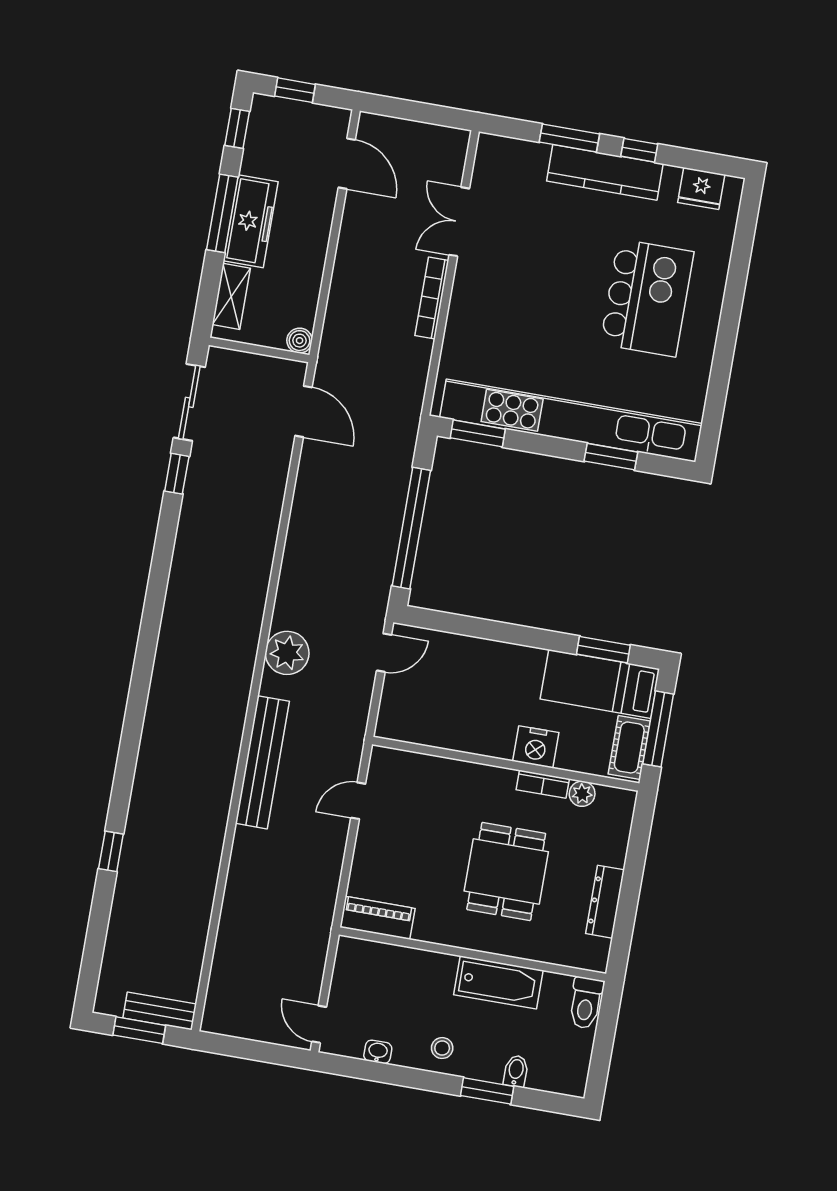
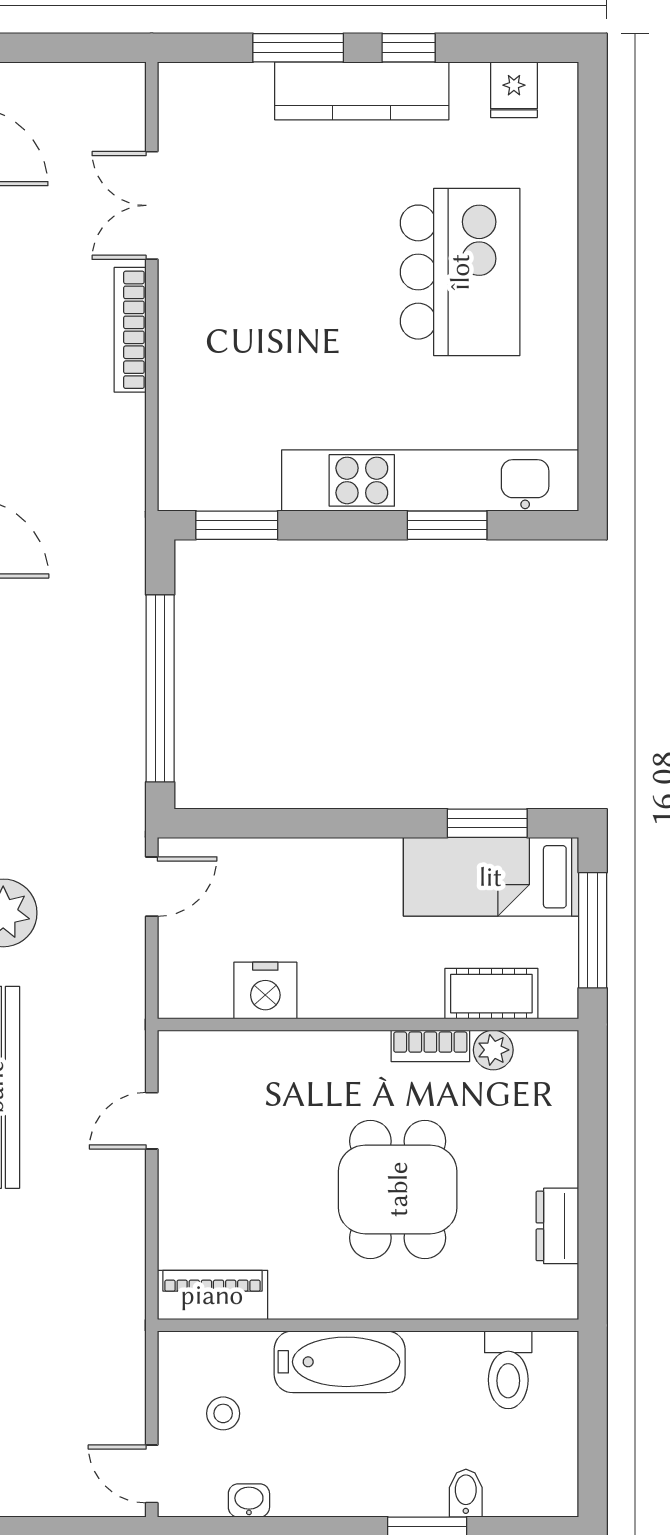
fridge: (701, 188) -> (514, 90), width x0.72
kitchen unit: (571, 421) -> (430, 480), width x0.73
nightstand: (536, 747) -> (265, 991), moved
cot: (629, 747) -> (491, 994), moved, turned 90
dresser: (605, 902) -> (557, 1226), width x0.70
bathtub: (498, 982) -> (340, 1362), moved
toilet: (586, 1003) -> (508, 1370), moved
stool: (442, 1048) -> (223, 1413), moved

